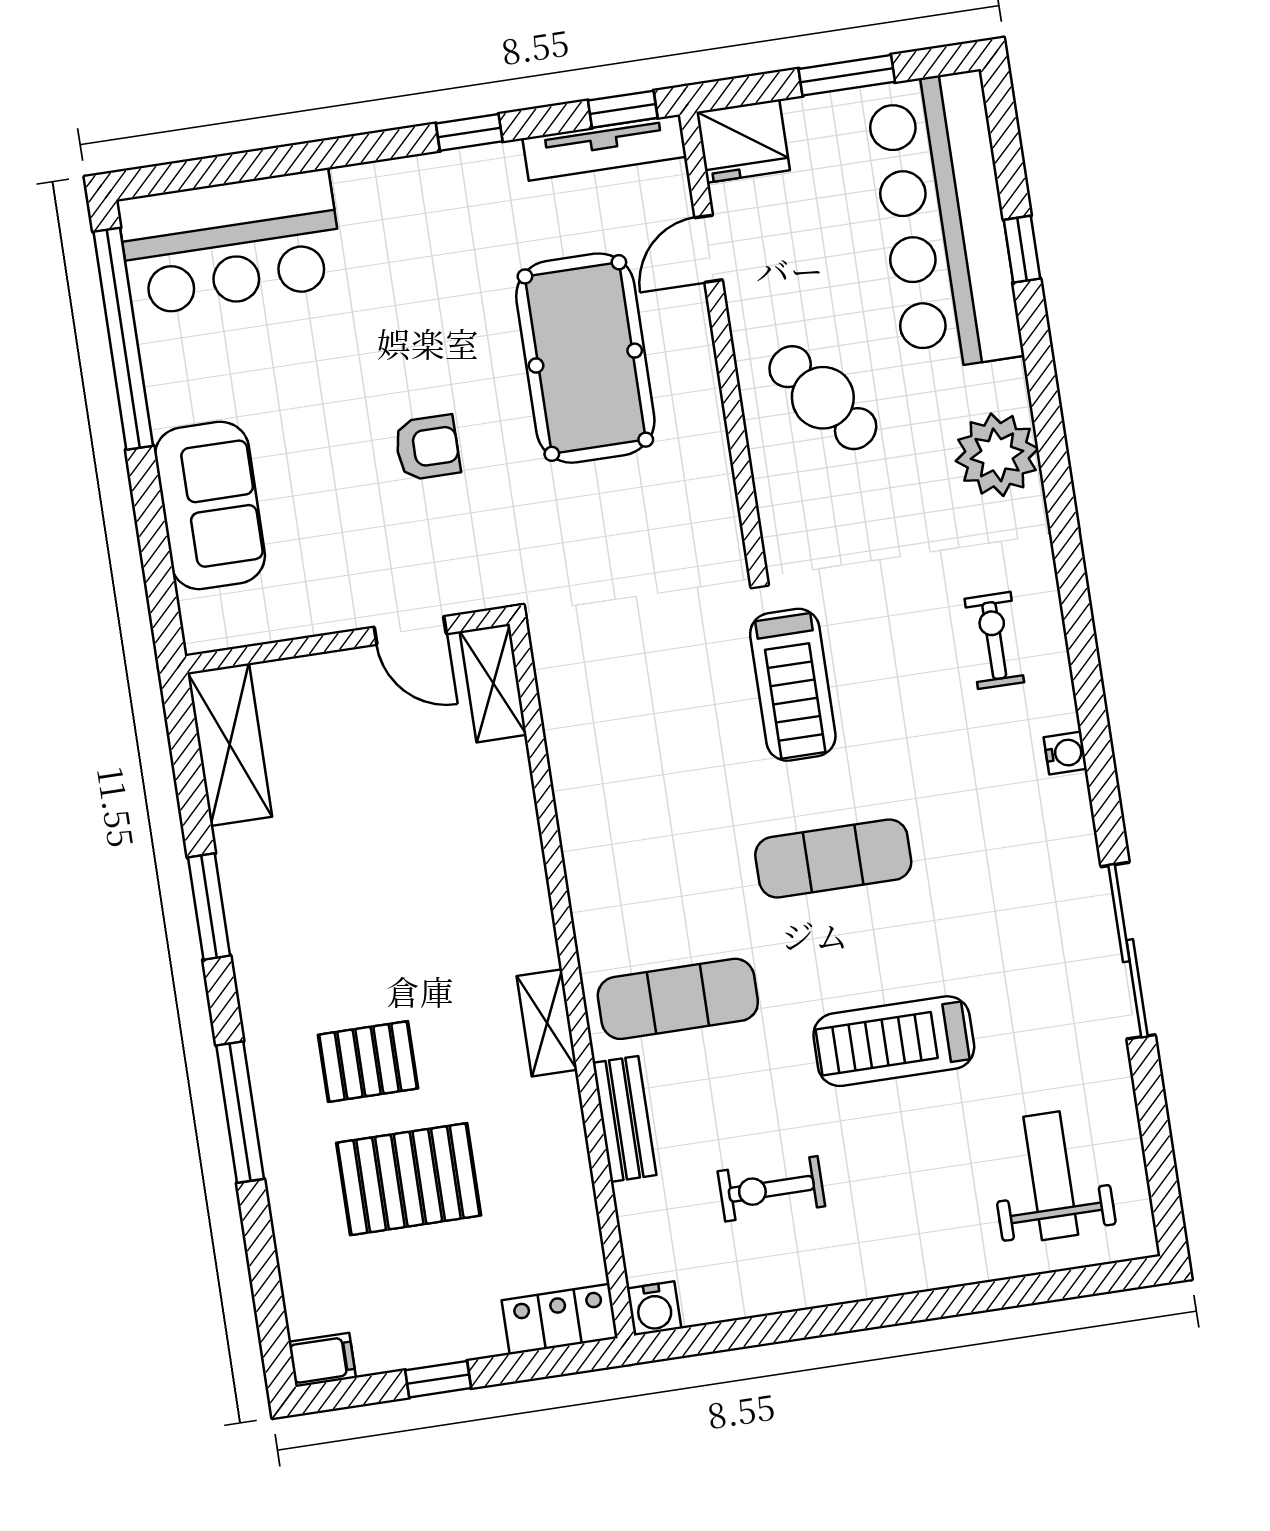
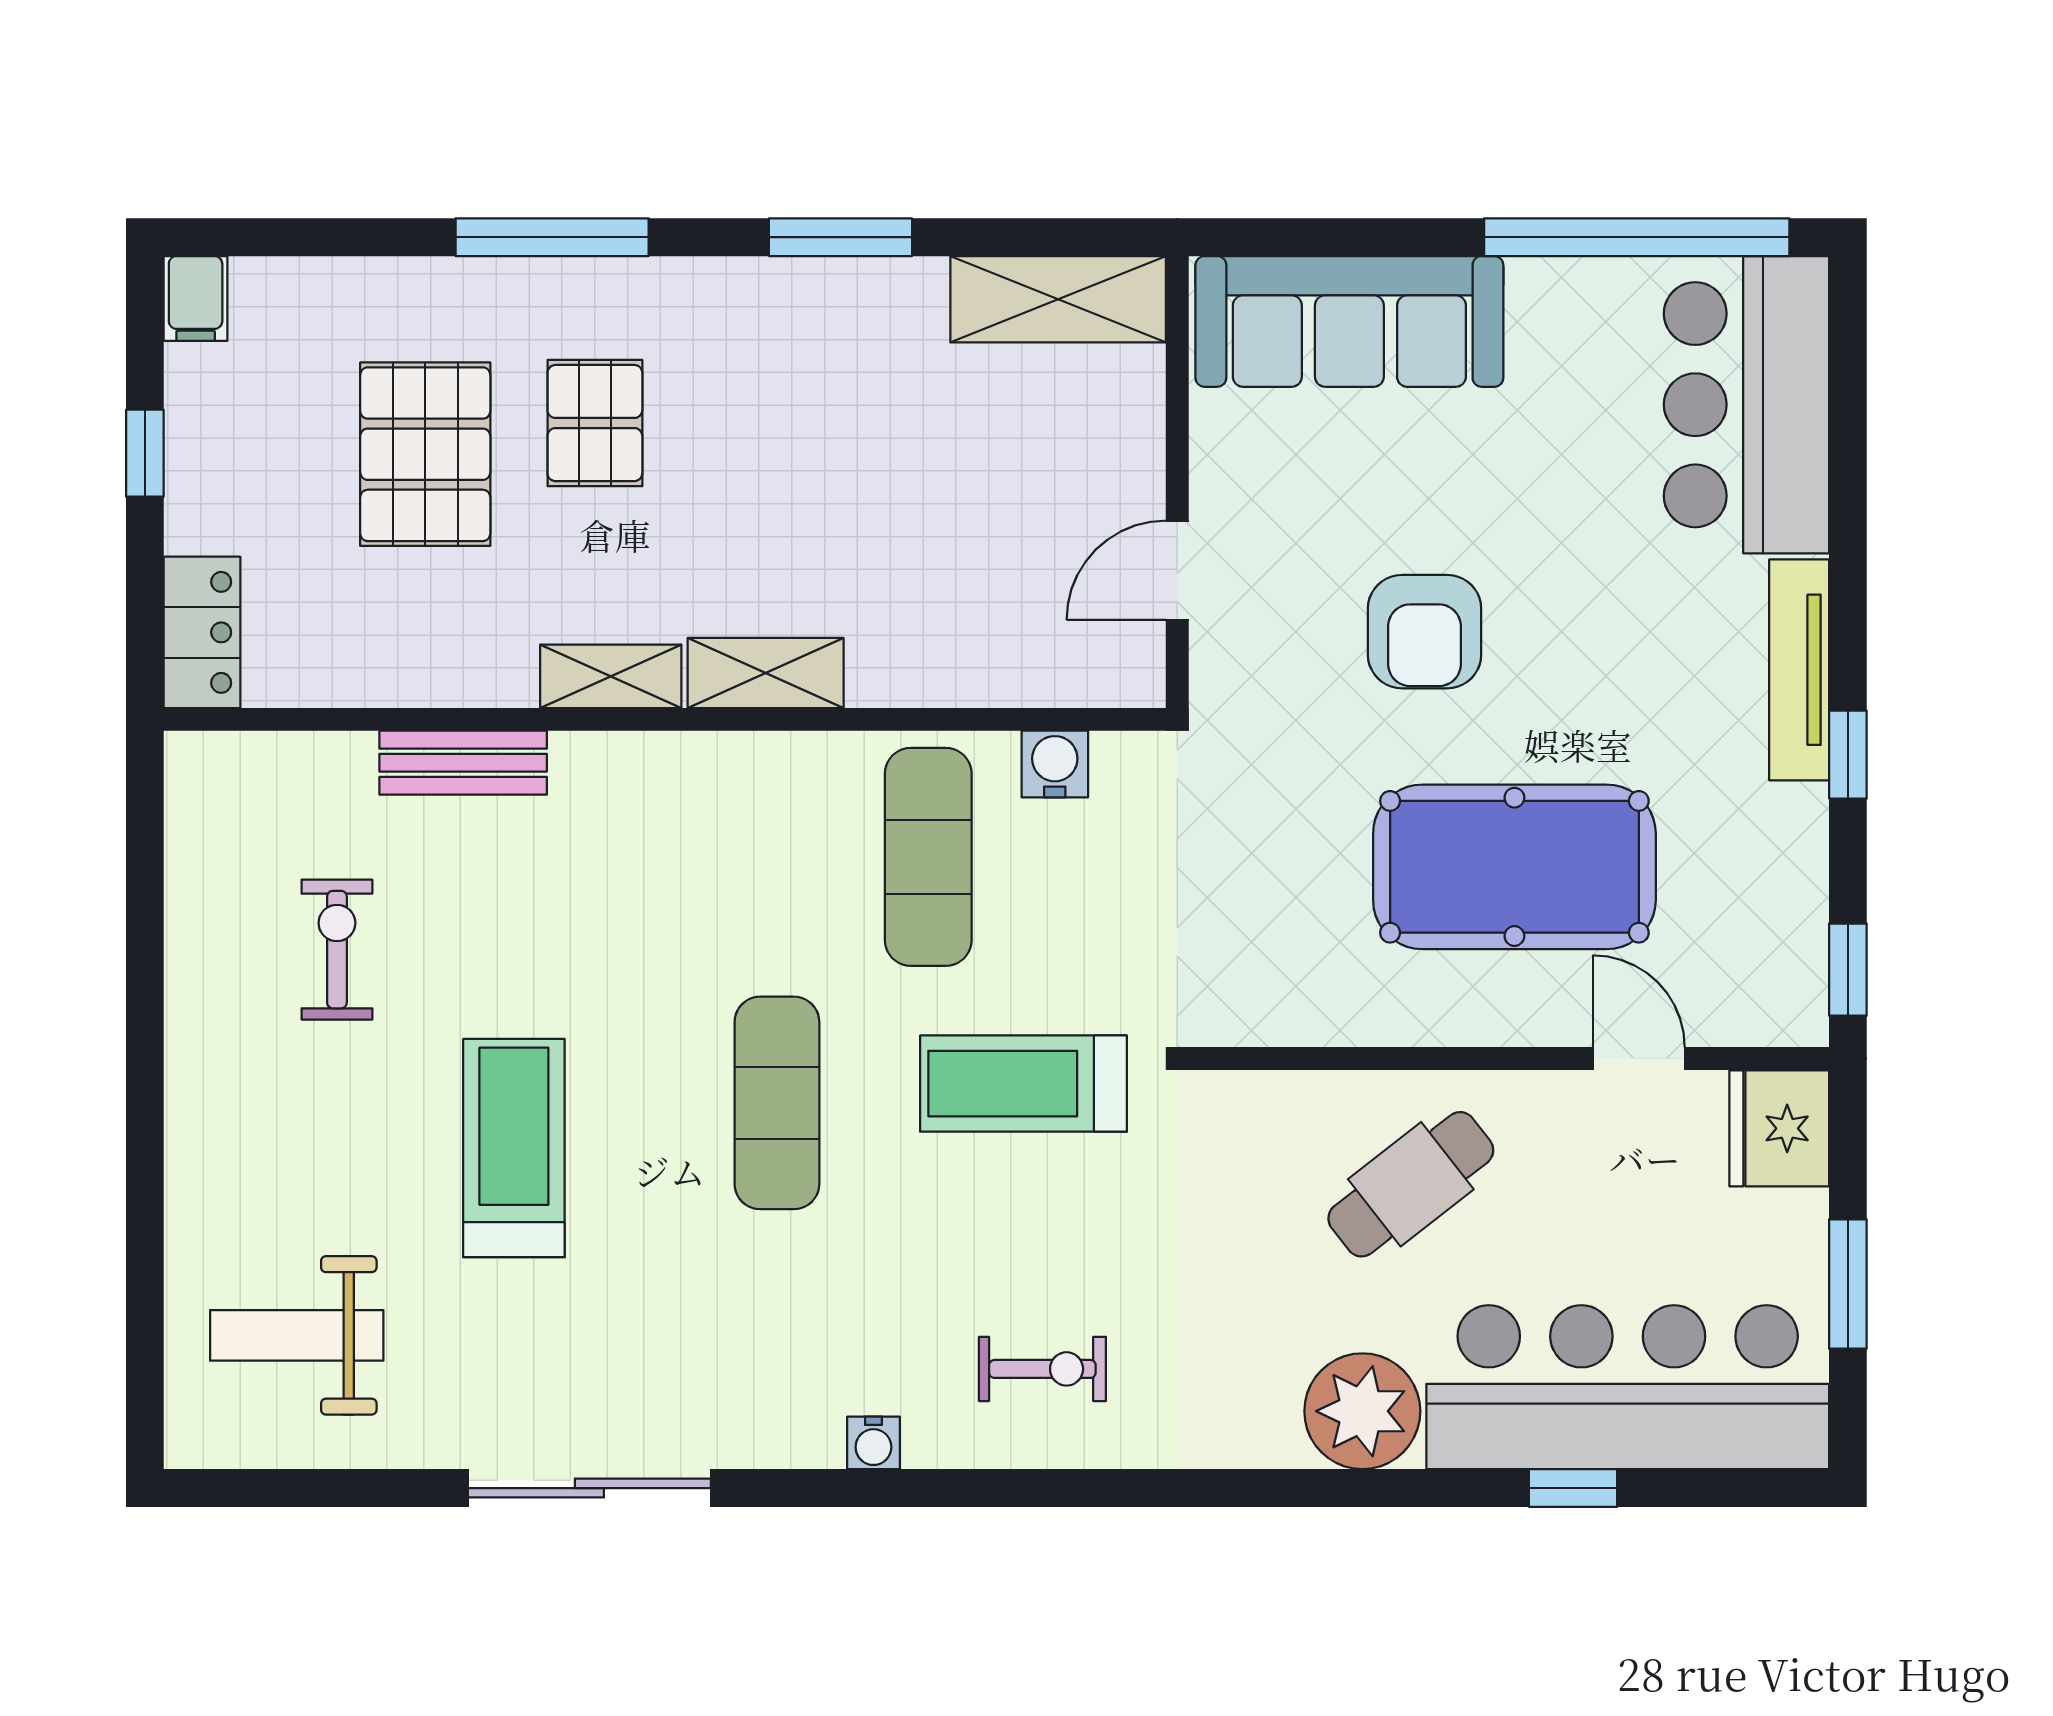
tv unit: (604, 148) -> (1799, 670), moved
armchair: (427, 448) -> (1425, 632), width x1.38, depth x1.38
plant: (997, 455) -> (1362, 1411), moved
sofa: (210, 505) -> (1349, 321), width x1.36
shelving: (493, 683) -> (766, 673), moved
exercise mat: (678, 999) -> (928, 857), moved
weight bench: (1051, 1176) -> (297, 1335), turned 180
water cooler: (654, 1309) -> (1055, 764), moved, turned 90

